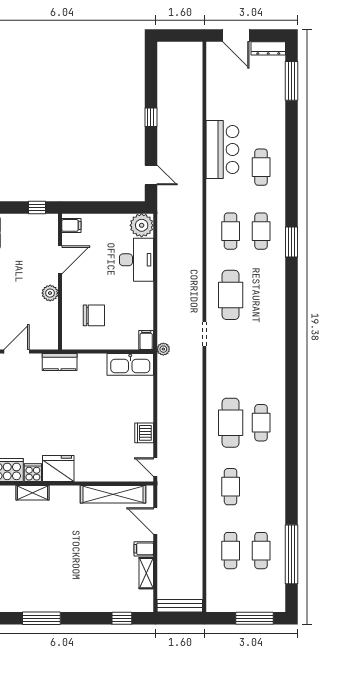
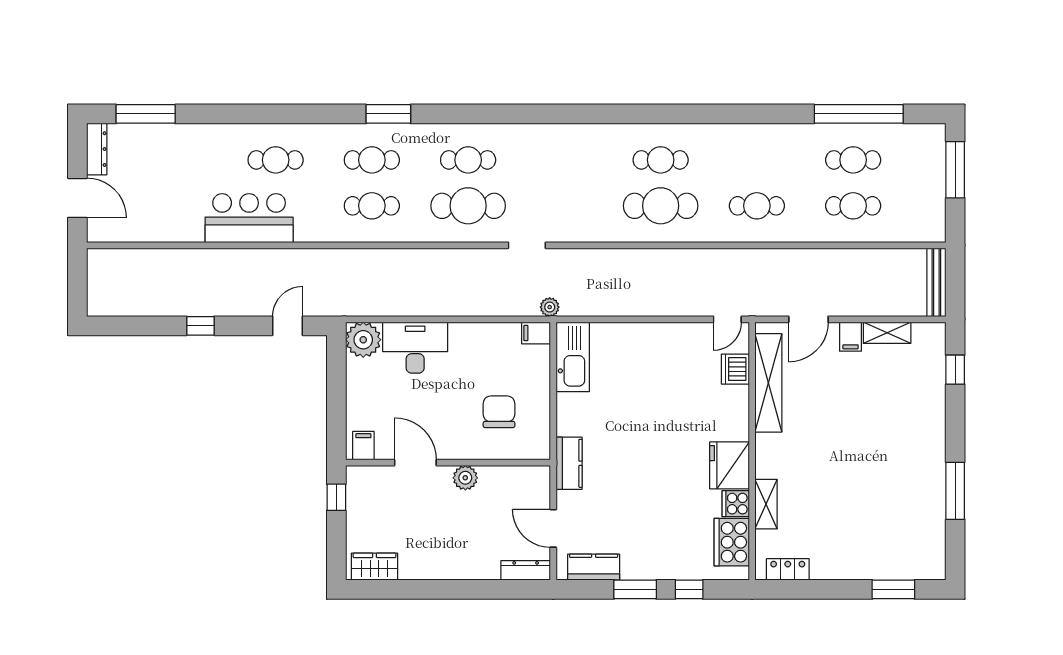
door: (236, 35) -> (77, 198), hinge flipped
cafe table: (261, 295) -> (468, 160), added
dishwasher: (144, 433) -> (735, 369), moved, turned 90

